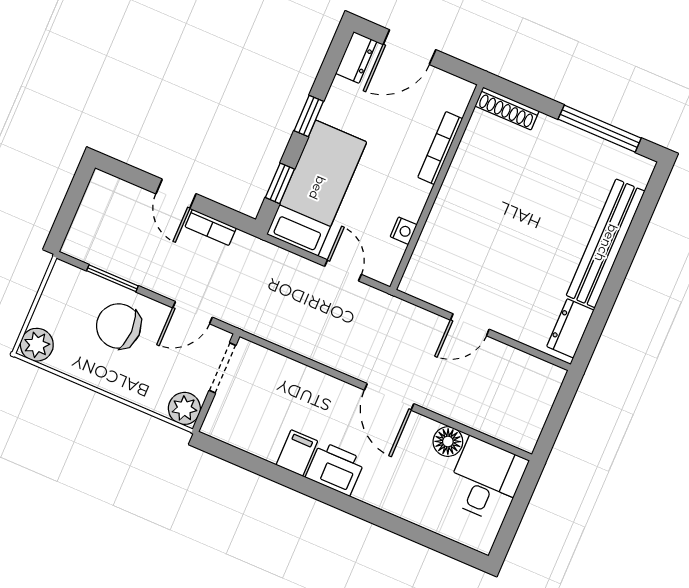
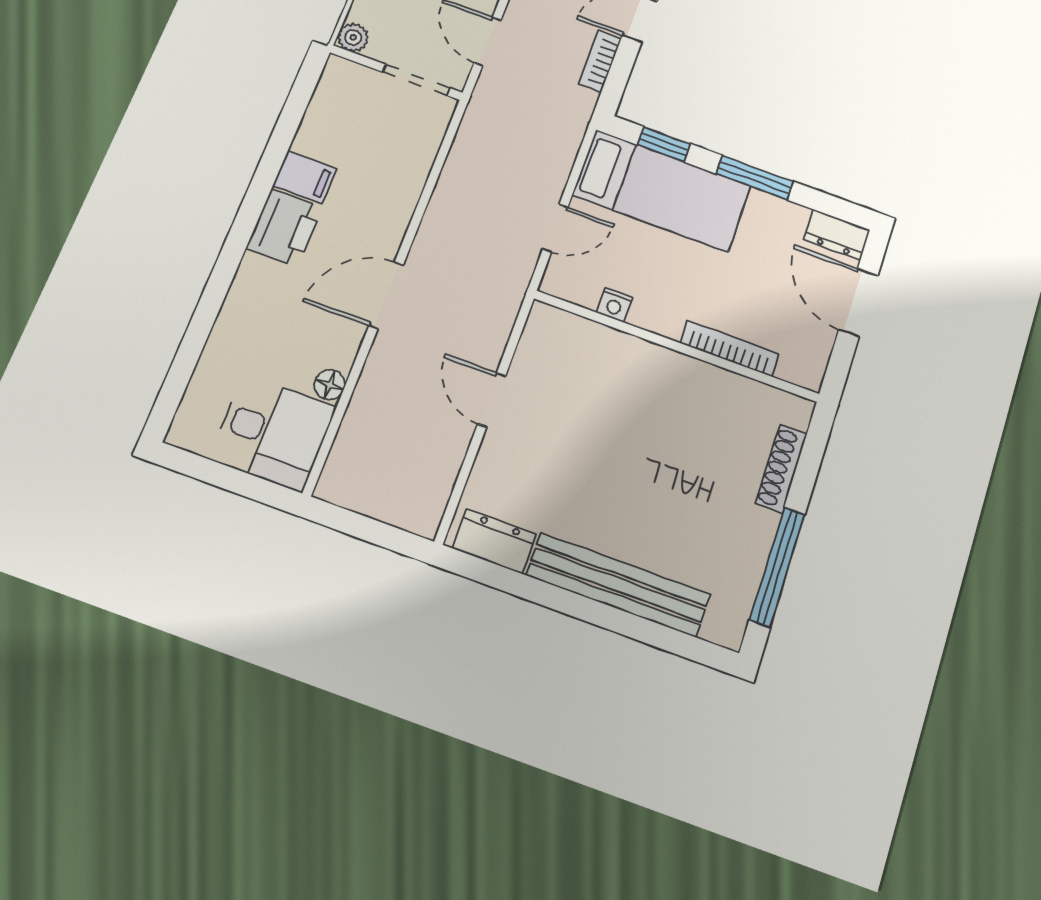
shoe rack: (507, 109) -> (781, 468), moved
window: (309, 116) -> (755, 178), width x1.50
plant: (184, 408) -> (353, 37), width x0.73, depth x0.73
floor lamp: (448, 442) -> (330, 385), width x0.73, depth x0.73

